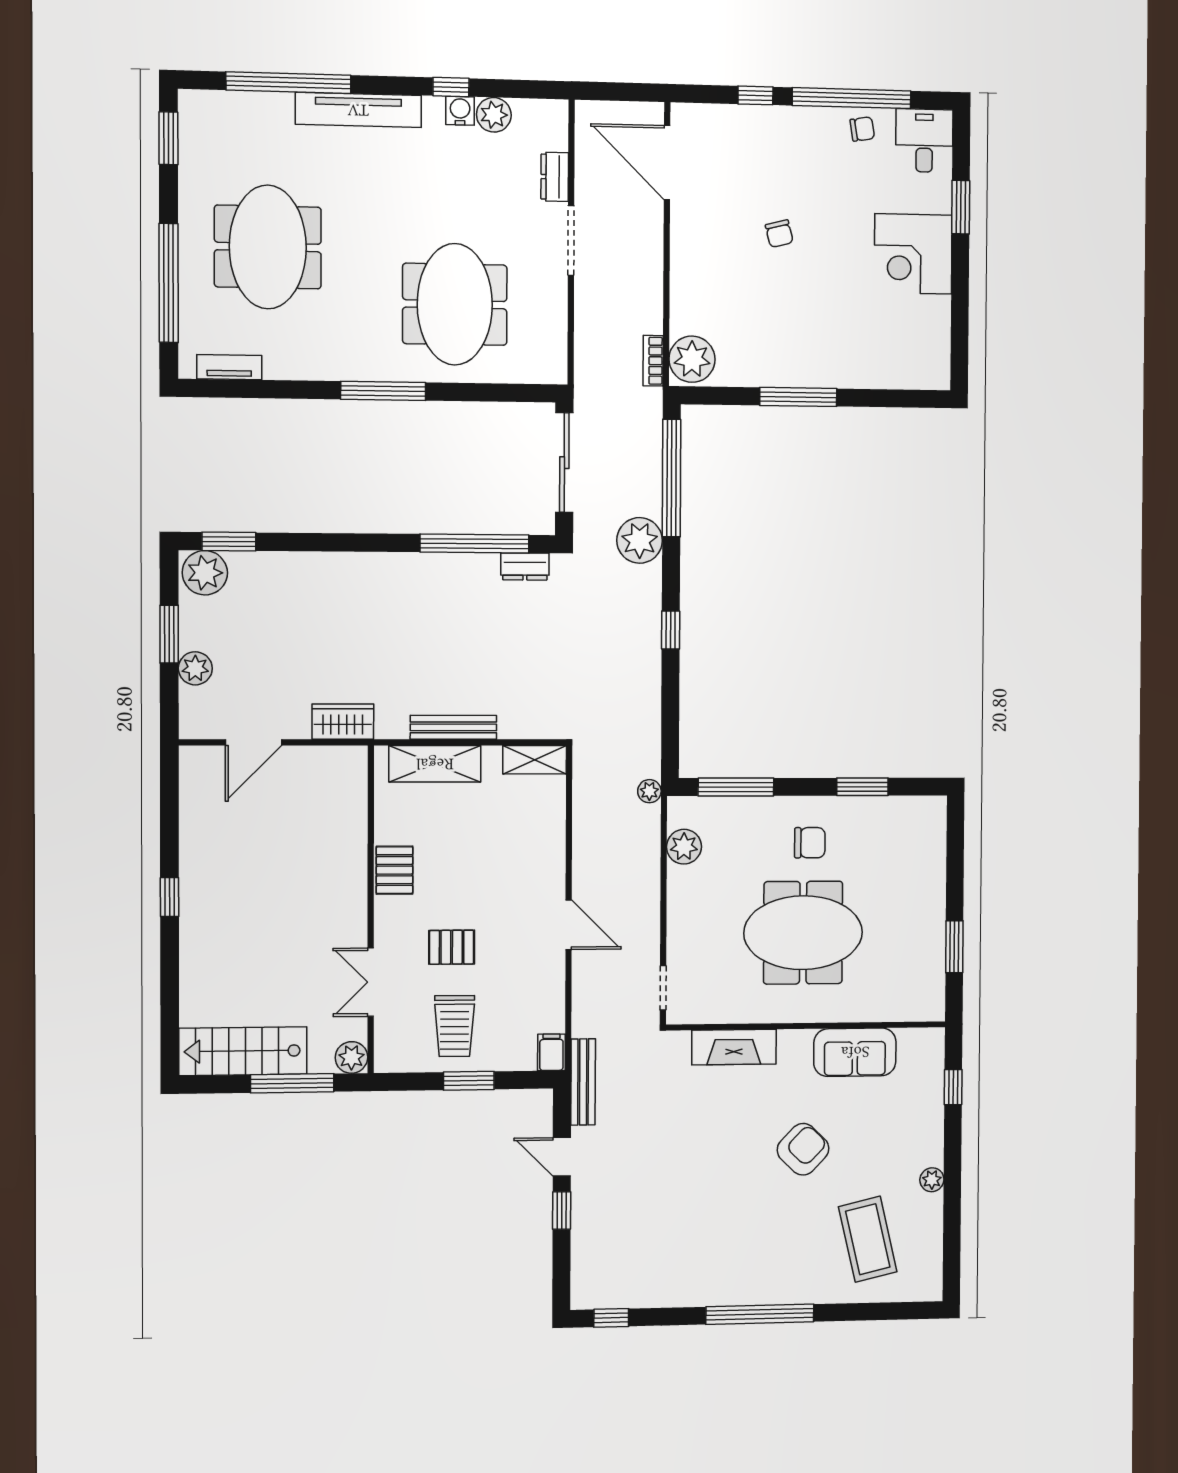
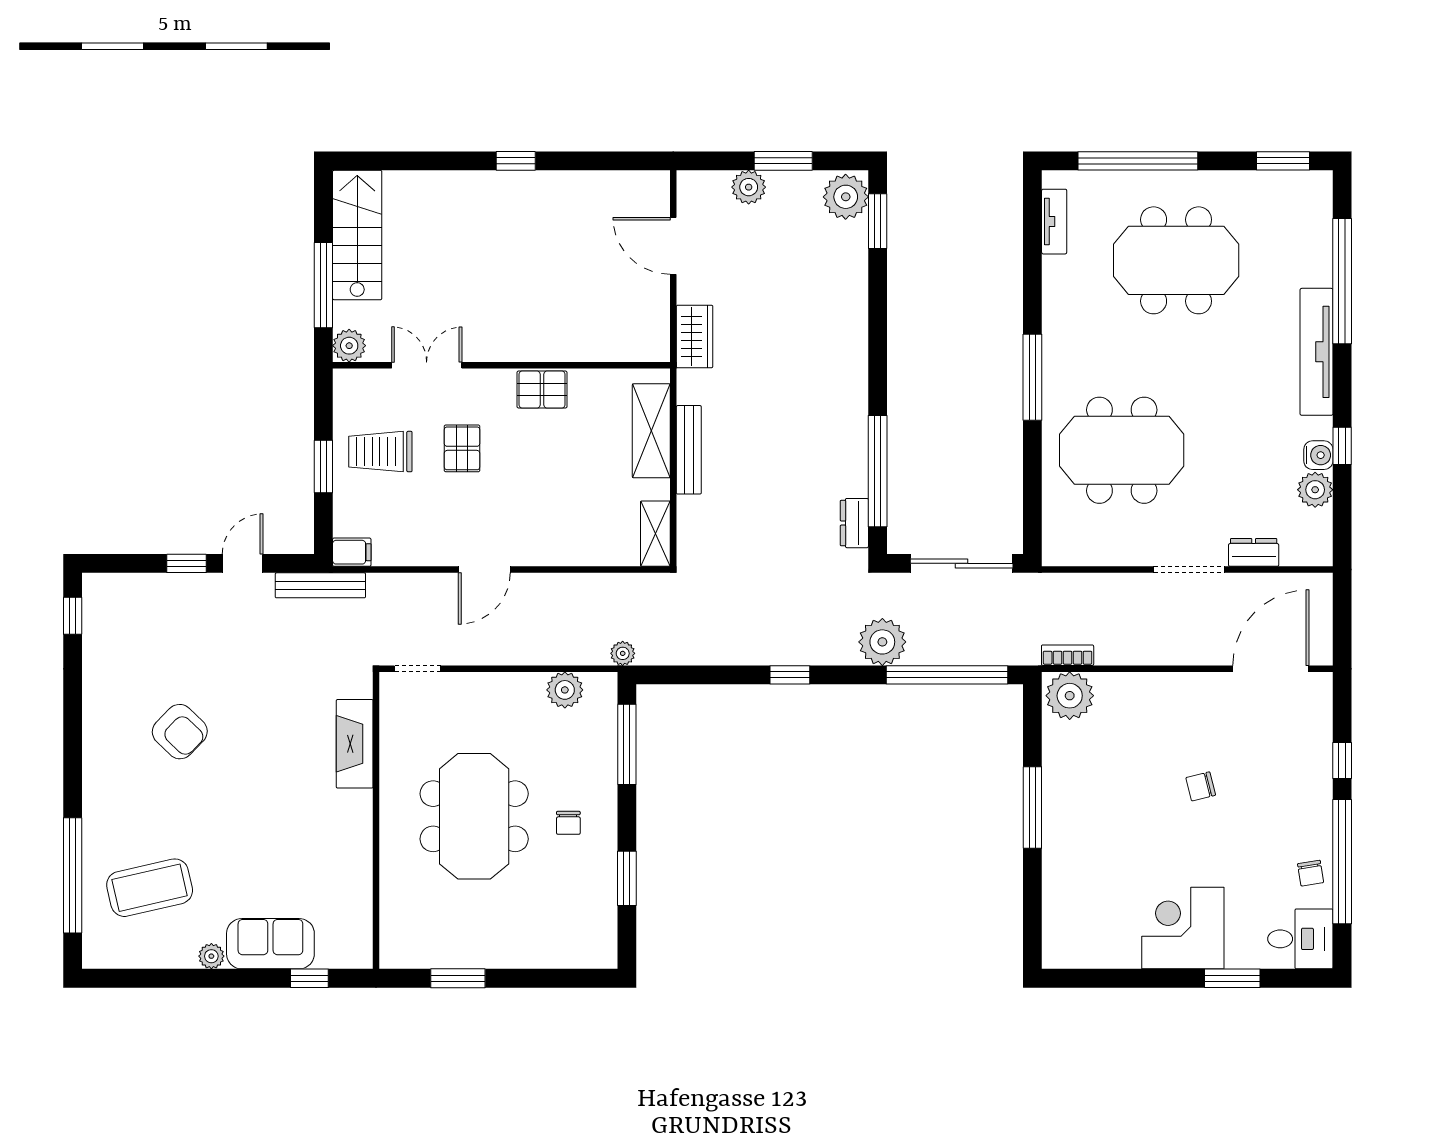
chair: (810, 843) -> (568, 823), width x0.73, depth x0.73
sofa: (855, 1052) -> (270, 944), moved, turned 90
armchair: (803, 1149) -> (180, 732), moved
window: (760, 1314) -> (73, 875), moved

